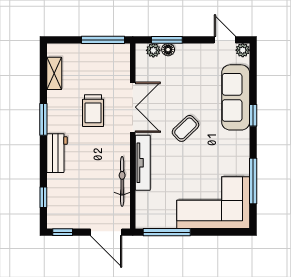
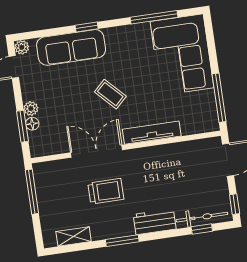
plant: (153, 50) -> (31, 109), moved
bicycle: (122, 181) -> (202, 217), moved, turned 180

